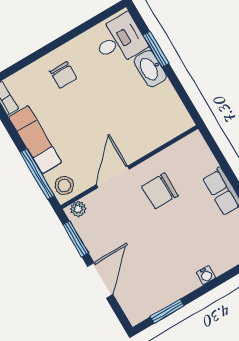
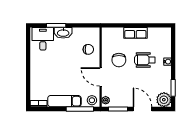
chair: (63, 75) -> (88, 49), moved
wheelchair: (186, 235) -> (145, 60), added
plant: (138, 307) -> (164, 100), added

